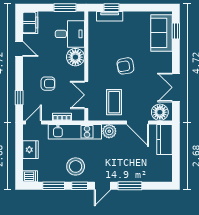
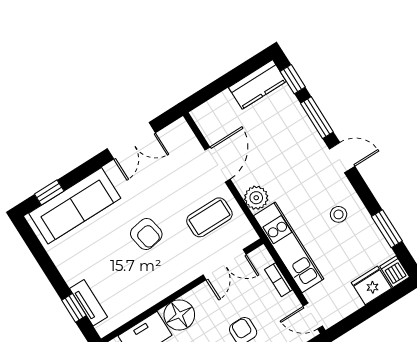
sofa: (161, 33) -> (75, 206), width x1.36
floor lamp: (160, 112) -> (182, 141), removed
kitchen counter: (165, 139) -> (257, 84), moved
fridge: (31, 150) -> (371, 285), moved
stool: (76, 166) -> (339, 214), width x0.53, depth x0.53
window: (80, 186) -> (293, 79), moved

